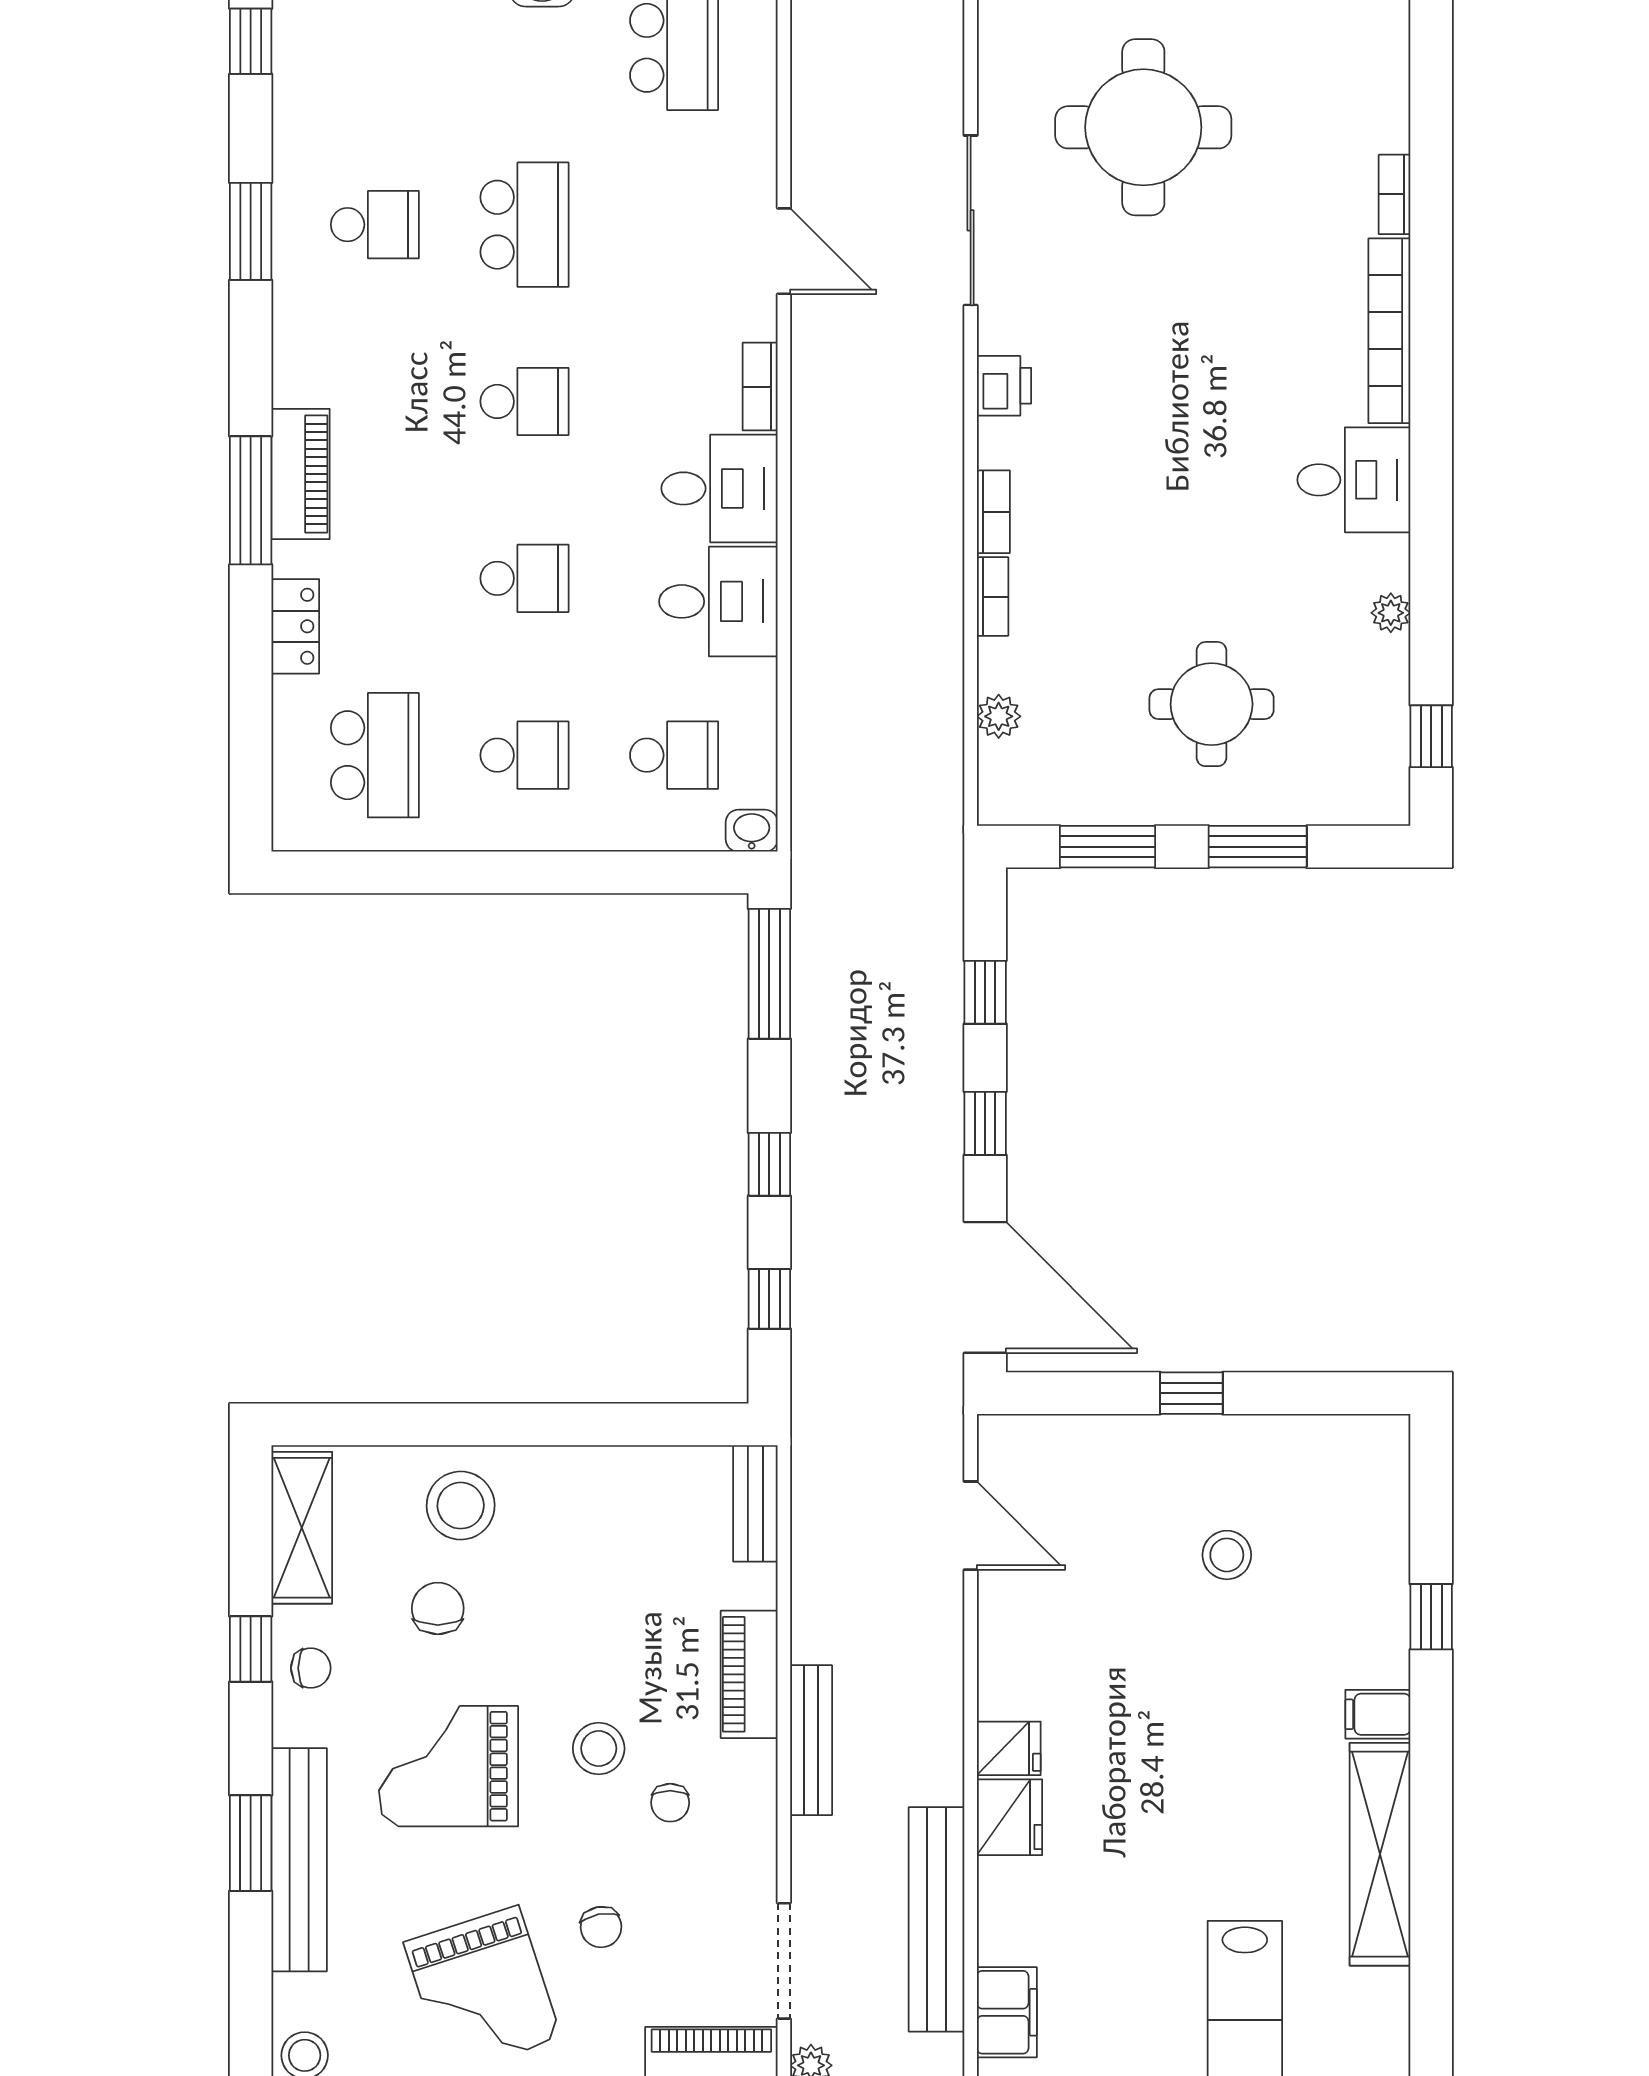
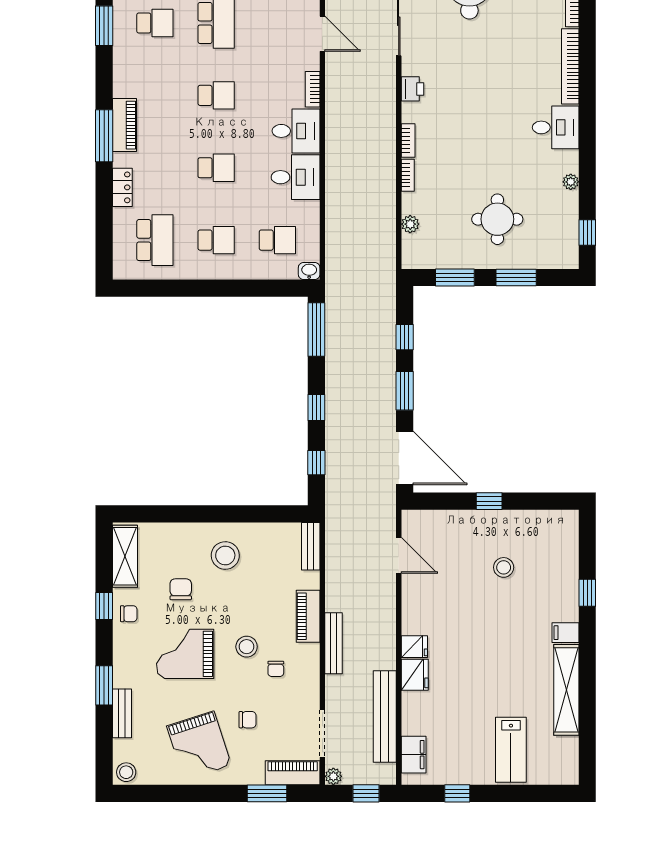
window: (985, 1123) -> (405, 391), width x1.50
stool: (461, 1506) -> (225, 555), moved
bench: (299, 1860) -> (122, 713), width x0.54, depth x0.82
chair: (601, 1927) -> (247, 720), turned -79

